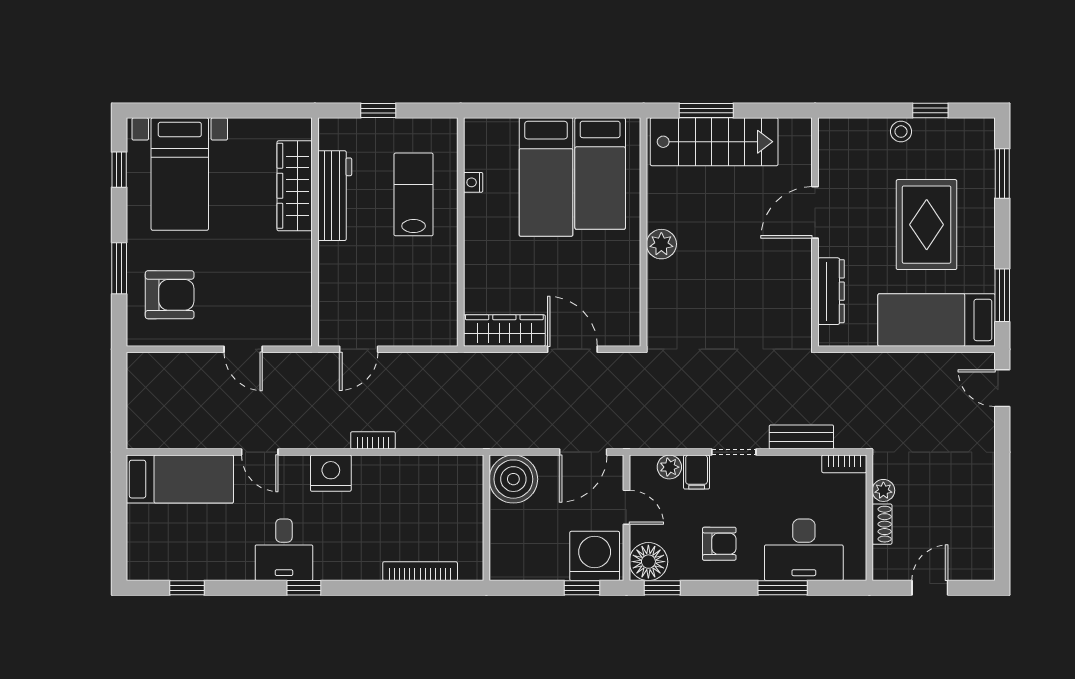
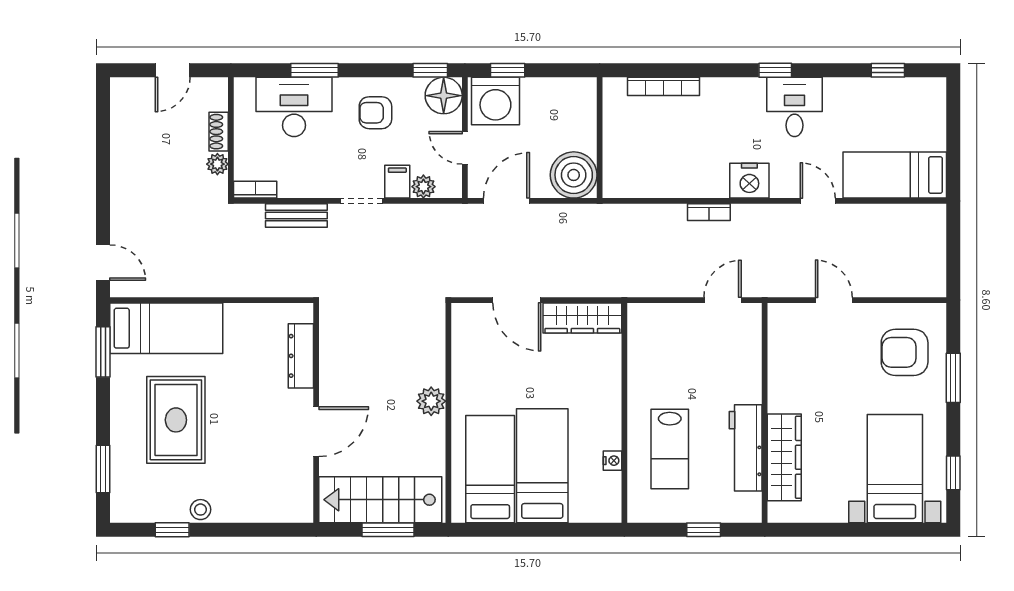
door: (815, 212) -> (316, 432), moved
wall: (815, 232) -> (316, 413), moved
dresser: (831, 291) -> (301, 356), moved

